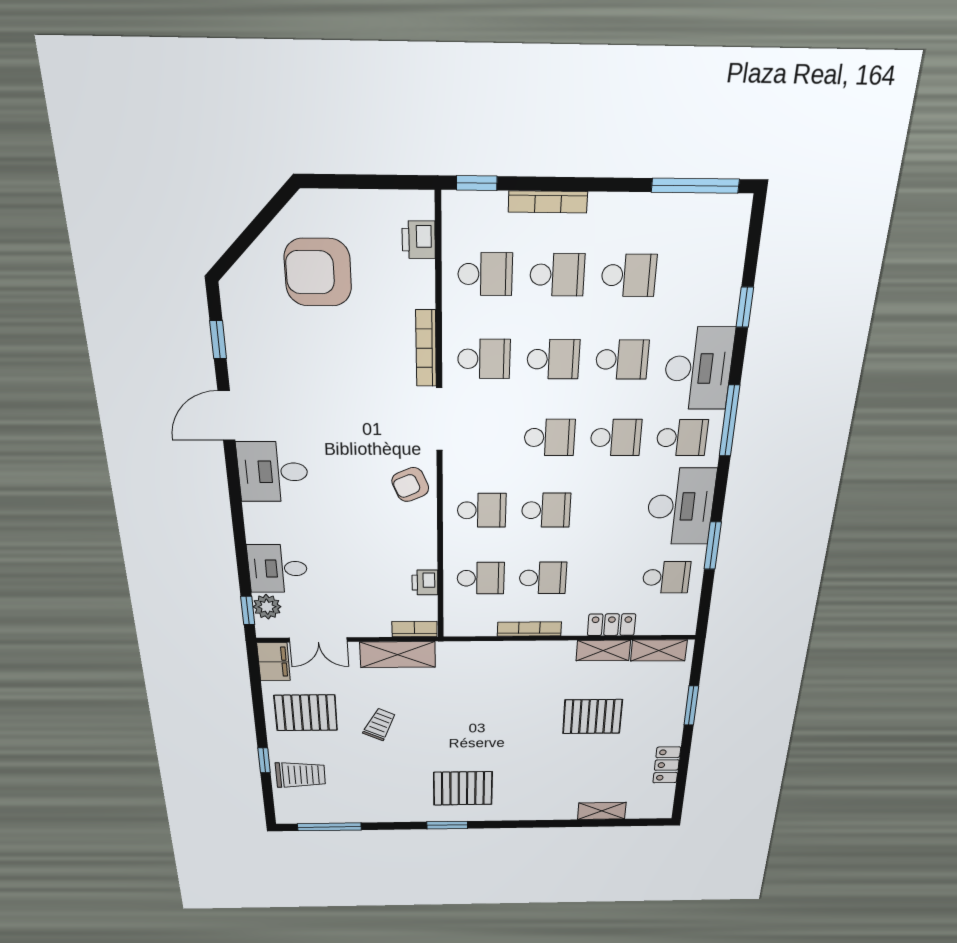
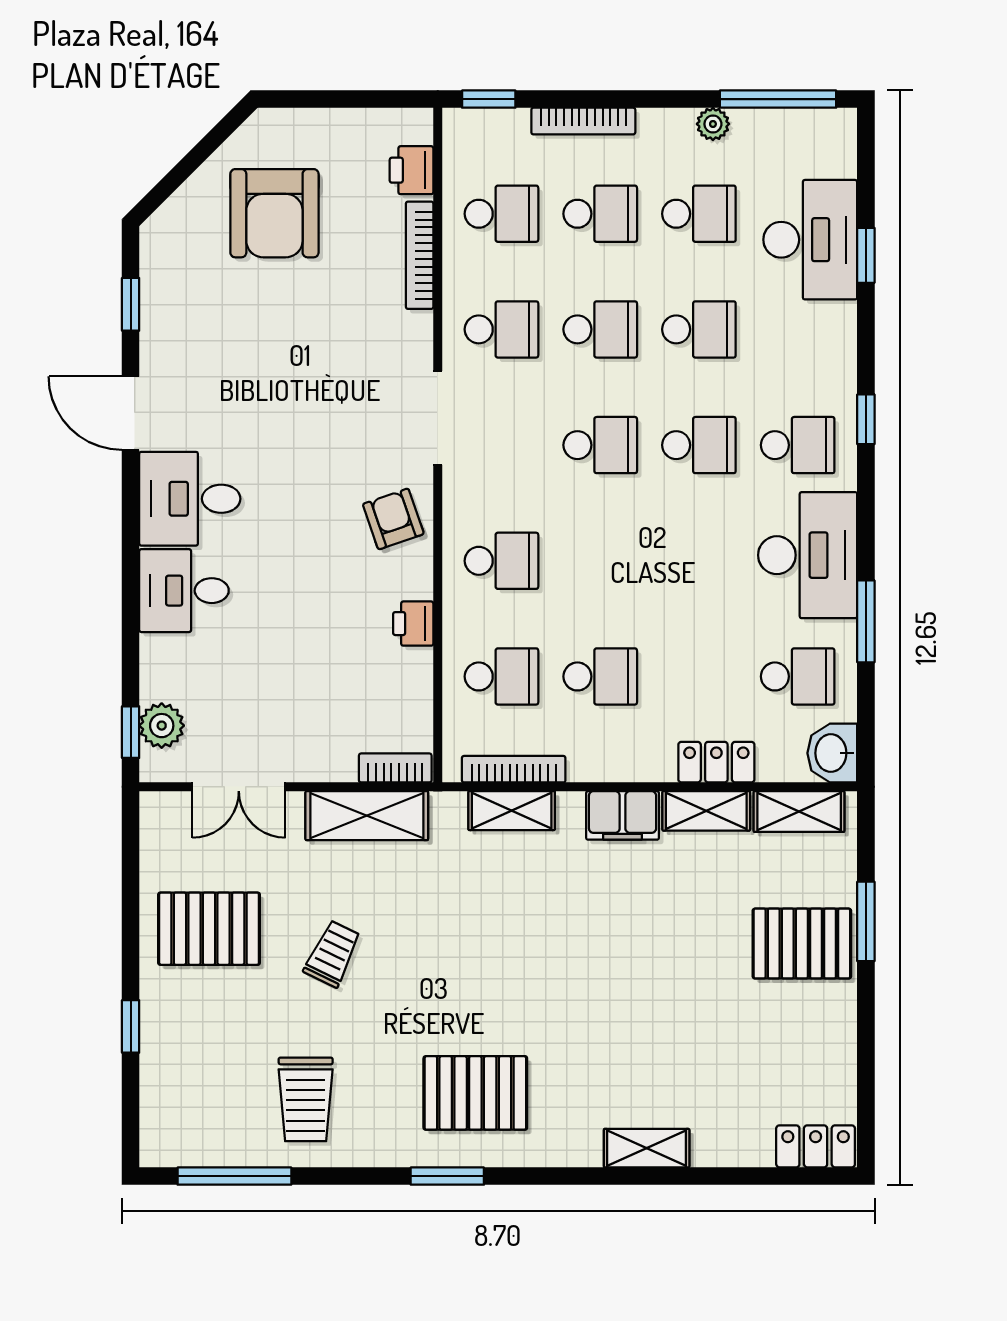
plant: (645, 205) -> (713, 124), added
armchair: (318, 272) -> (274, 213), turned -90
bookcase: (426, 348) -> (420, 255), moved
desk: (698, 369) -> (810, 240), moved
door: (226, 416) -> (131, 413), hinge flipped
window: (729, 421) -> (866, 419), width x0.46
armchair: (410, 485) -> (393, 519), turned 94
school desk: (546, 510) -> (600, 561), removed
desk: (278, 569) -> (184, 591), moved
printer: (425, 582) -> (413, 624), moved
washbasin: (683, 619) -> (832, 753), added
bookcase: (529, 629) -> (514, 769), moved
shelving: (486, 651) -> (512, 811), added
filing cabinet: (274, 662) -> (623, 815), moved, turned 90
pallet: (593, 717) -> (802, 944), moved
locker: (667, 765) -> (816, 1146), moved, turned 90
trolley: (300, 775) -> (306, 1099), moved, turned 90
shelving: (602, 811) -> (647, 1148), moved

